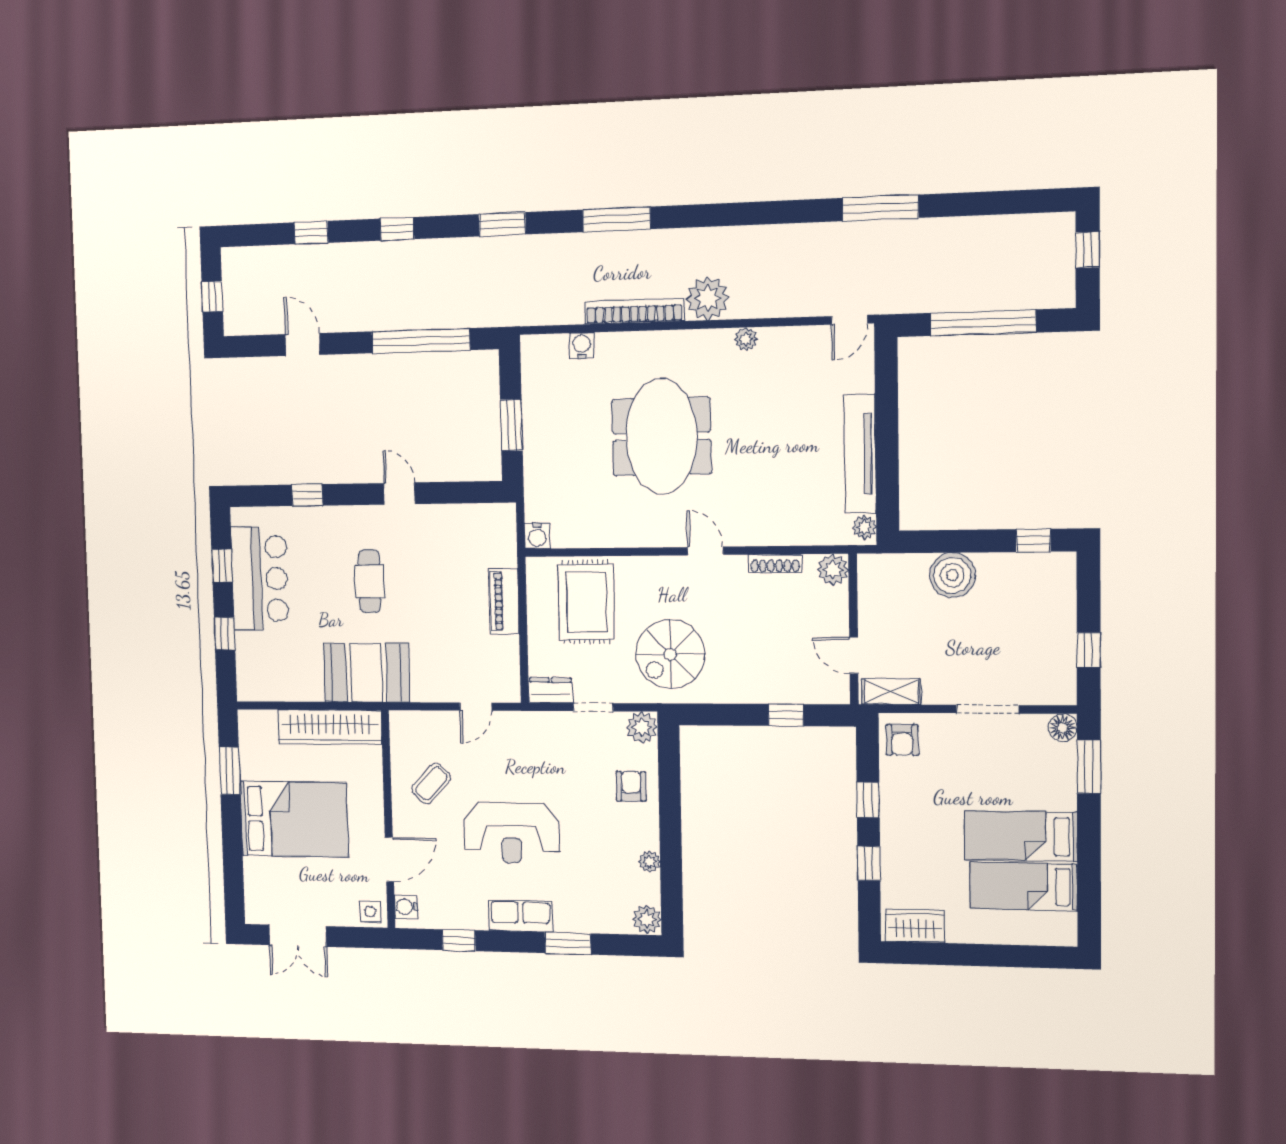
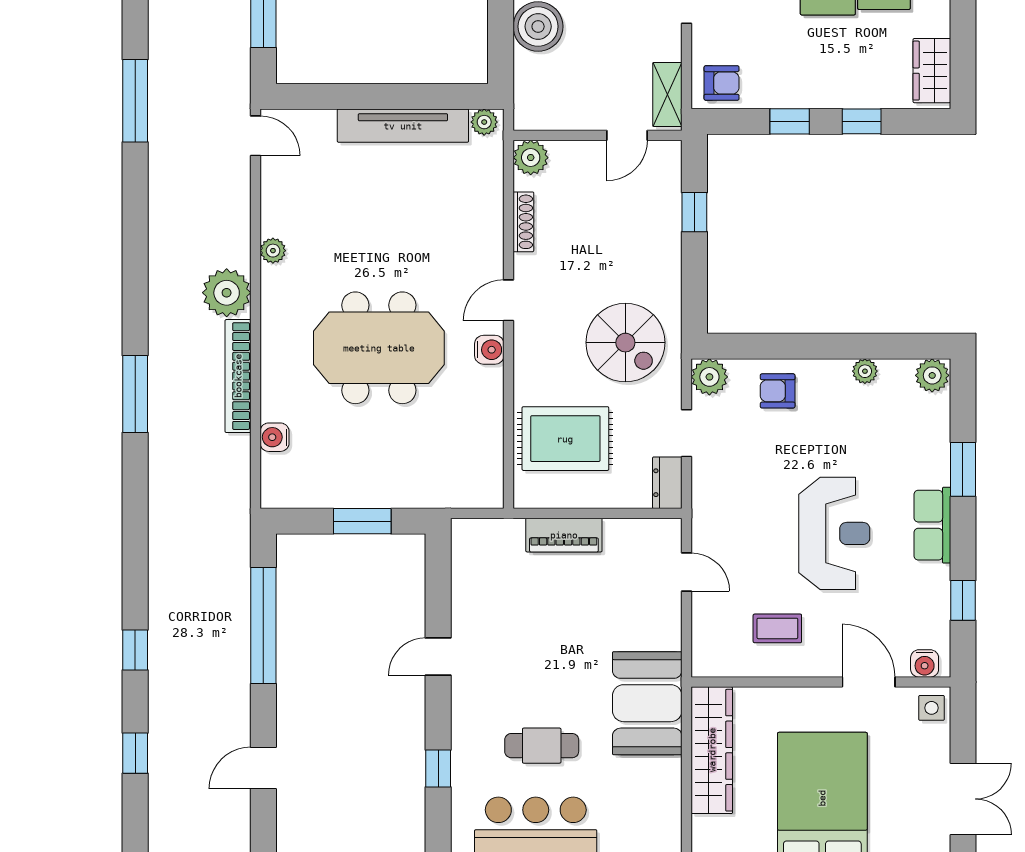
window: (502, 224) -> (135, 526), removed
water cooler: (537, 536) -> (489, 350), moved
cafe table: (369, 581) -> (542, 746), moved
coffee table: (431, 783) -> (777, 628), turned -43

